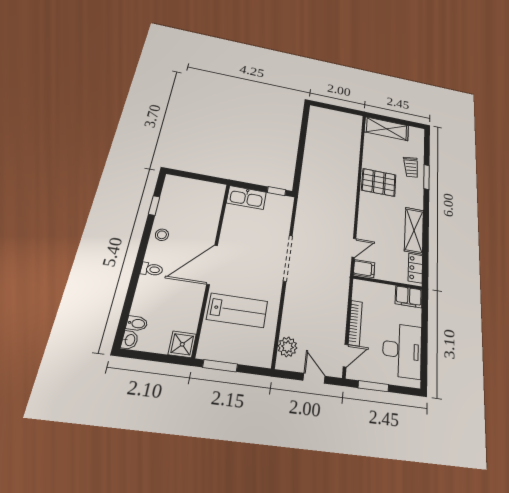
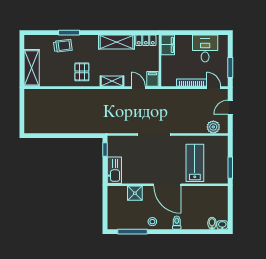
pallet: (379, 182) -> (82, 72), width x0.67, depth x0.71
window: (154, 206) -> (133, 232), width x2.17
shelving: (365, 216) -> (112, 81), added
shower: (182, 344) -> (135, 193), moved
desk: (402, 350) -> (205, 49), width x0.73

